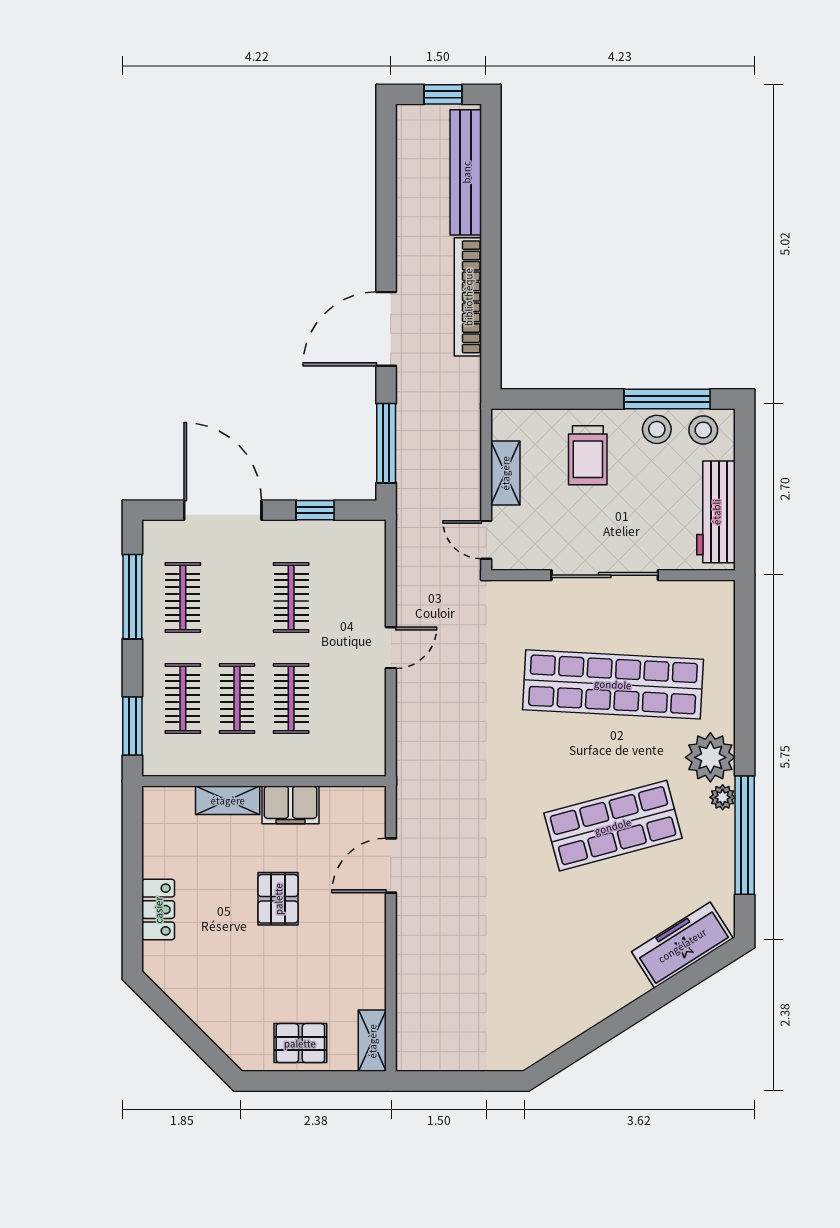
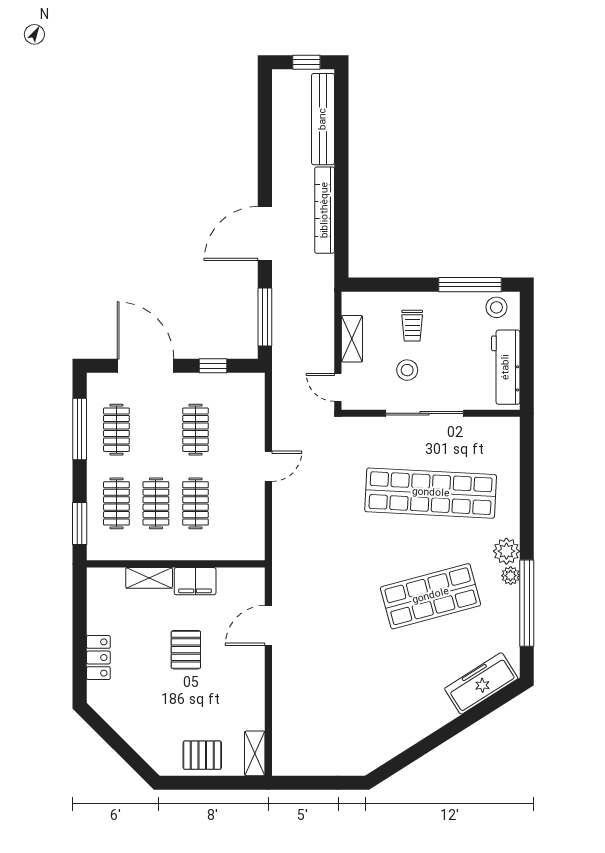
stool: (657, 429) -> (407, 370), moved
trolley: (588, 455) -> (412, 326), width x0.73, depth x0.72
plant: (710, 757) -> (506, 551), width x0.73, depth x0.73

